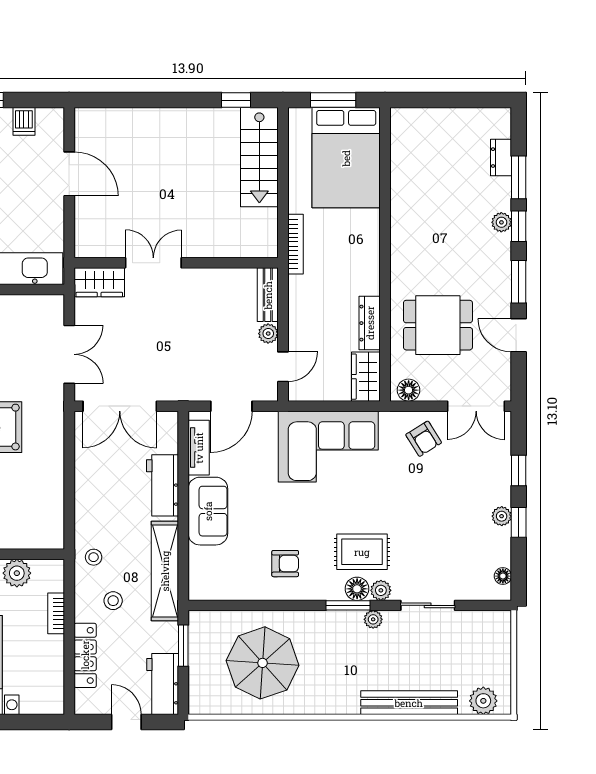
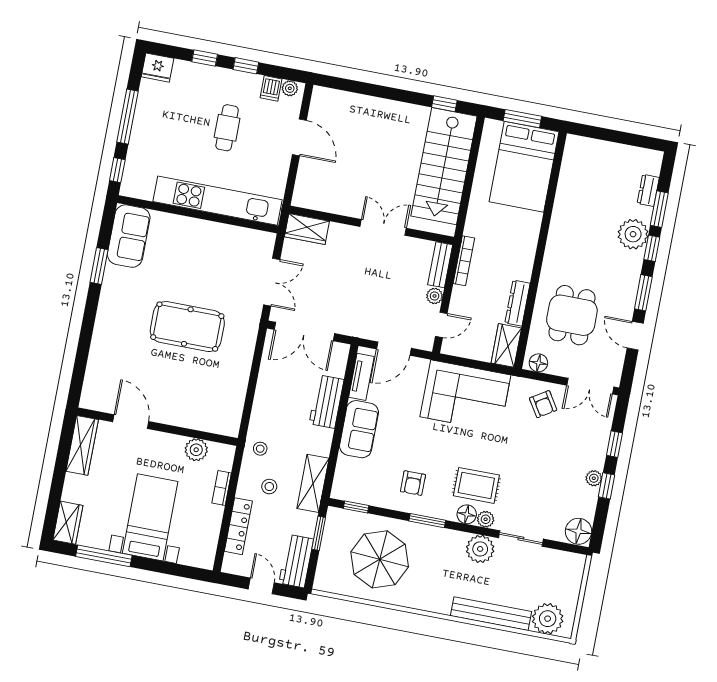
plant: (46, 117) -> (290, 88), added
stairs: (259, 157) -> (444, 166), width x1.36, depth x1.51
plant: (501, 222) -> (633, 234), width x1.87, depth x1.87
bookcase: (295, 244) -> (464, 261), moved
double door: (153, 263) -> (383, 227), moved
dining table: (438, 325) -> (572, 315), turned 90
armchair: (285, 564) -> (413, 483), turned 90
shelving: (165, 571) -> (313, 483), width x0.68
floor lamp: (503, 576) -> (578, 531), width x1.89, depth x1.89
window: (222, 605) -> (356, 507), added
window: (348, 605) -> (427, 521), moved
plant: (373, 619) -> (480, 549), width x1.88, depth x1.88
plant: (483, 701) -> (548, 619), width x1.36, depth x1.36

